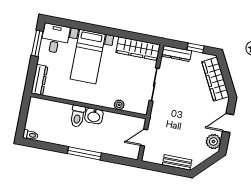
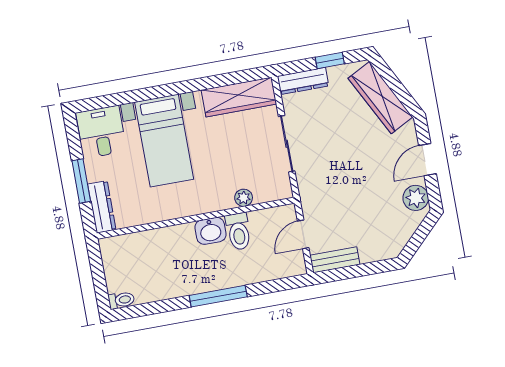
window: (37, 43) -> (81, 181), moved
toilet: (78, 116) -> (238, 231), moved
bench: (177, 162) -> (335, 260), moved

